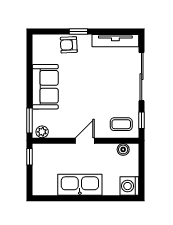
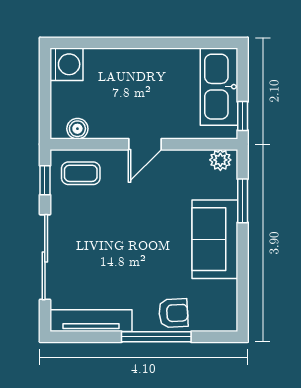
window: (78, 31) -> (156, 337), width x2.17
window: (29, 120) -> (243, 201), moved
kitchen sink: (80, 185) -> (219, 87), moved, turned 90

